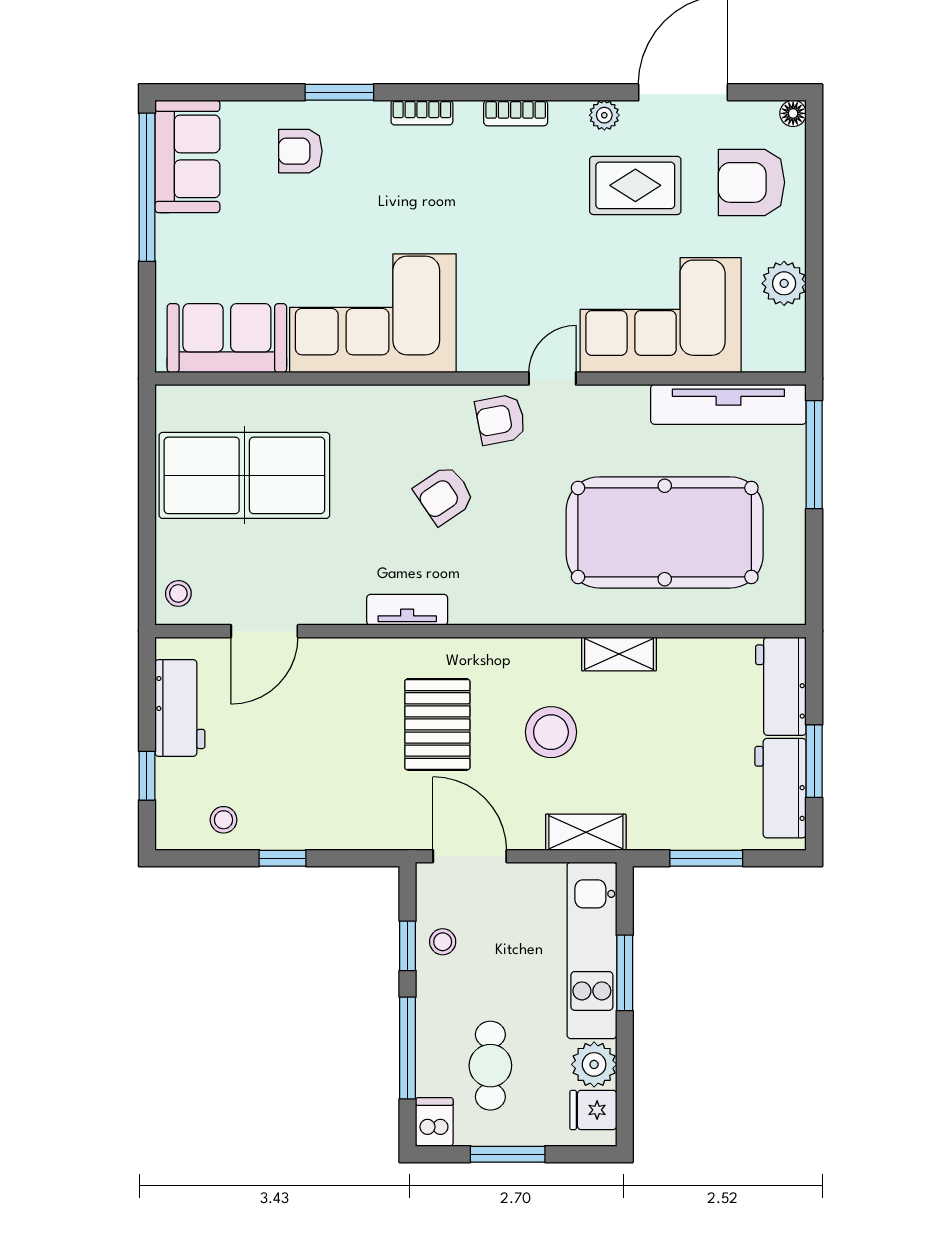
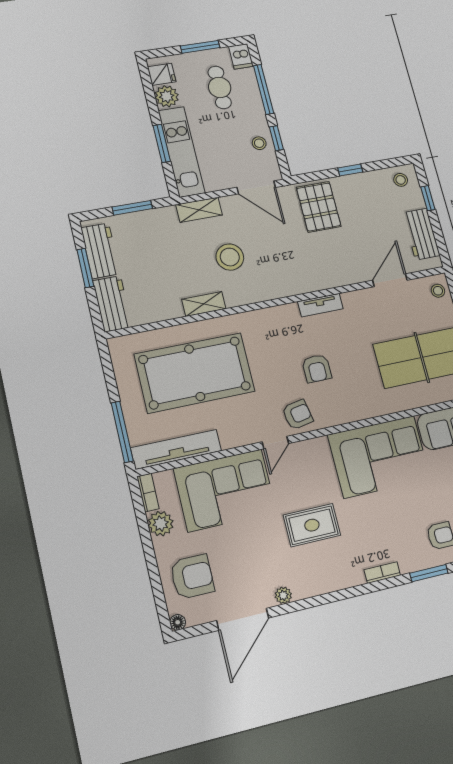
bookcase: (516, 113) -> (148, 493), moved, turned 90
rug: (635, 185) -> (312, 525), moved
armchair: (444, 495) -> (317, 368), turned 124
pallet: (437, 724) -> (319, 207), moved
stool: (224, 820) -> (401, 180), moved

